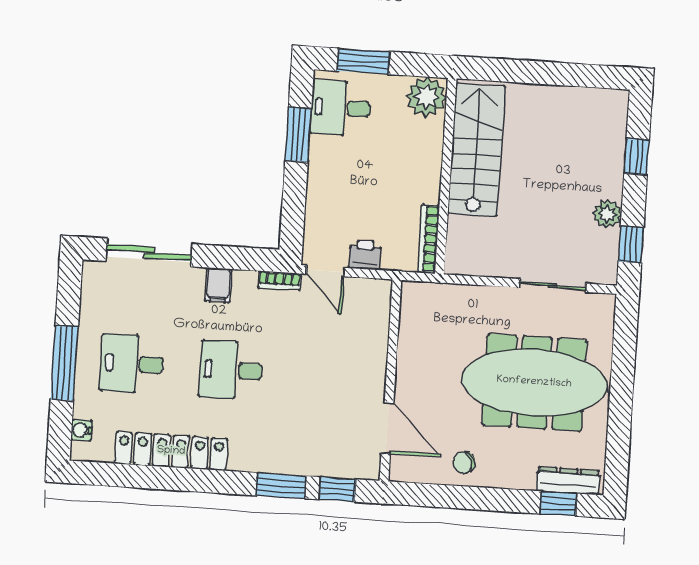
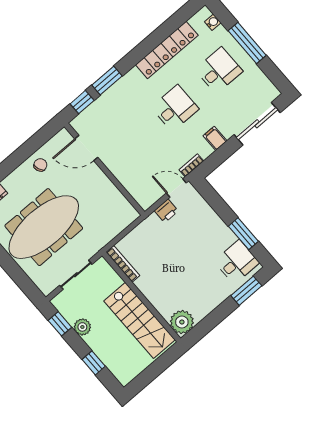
plant: (426, 97) -> (182, 322), moved
stairs: (476, 150) -> (139, 320), moved
wall: (446, 176) -> (141, 297), moved
bookcase: (429, 239) -> (123, 264), moved

